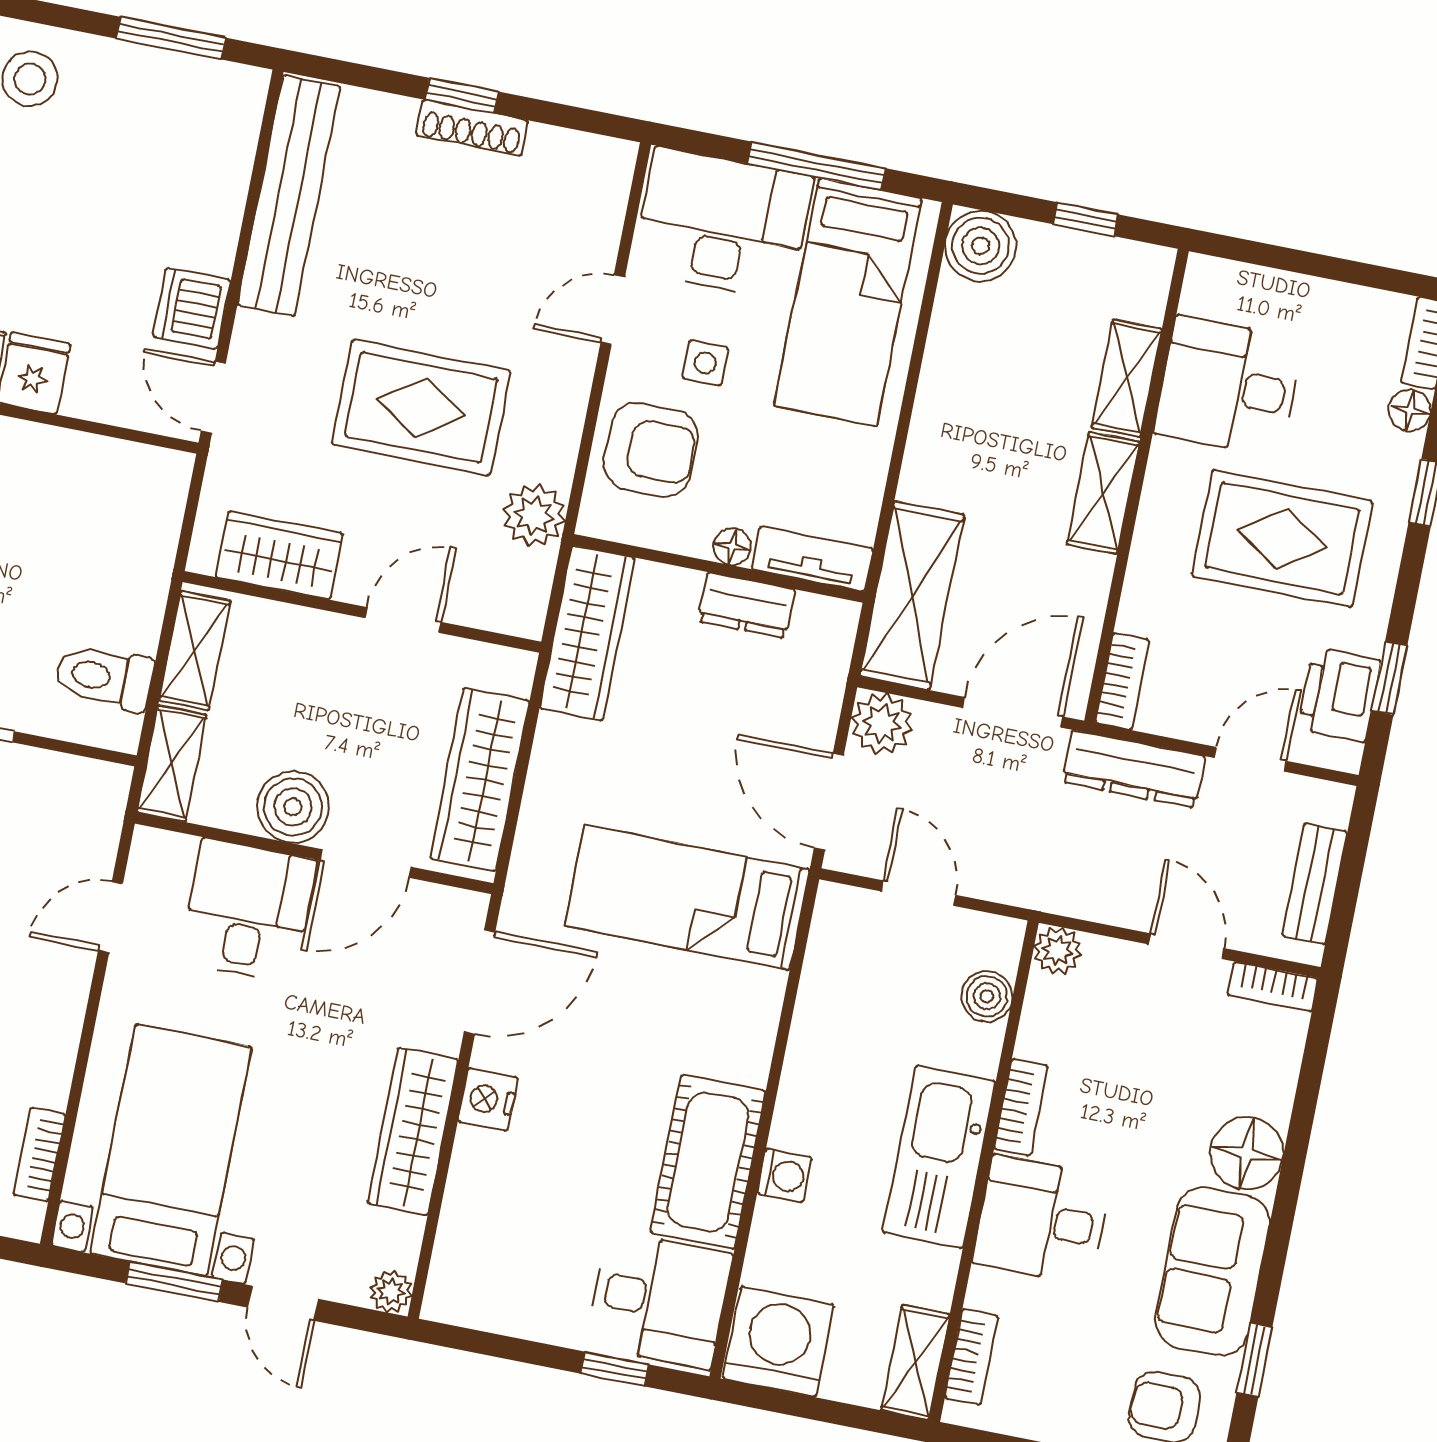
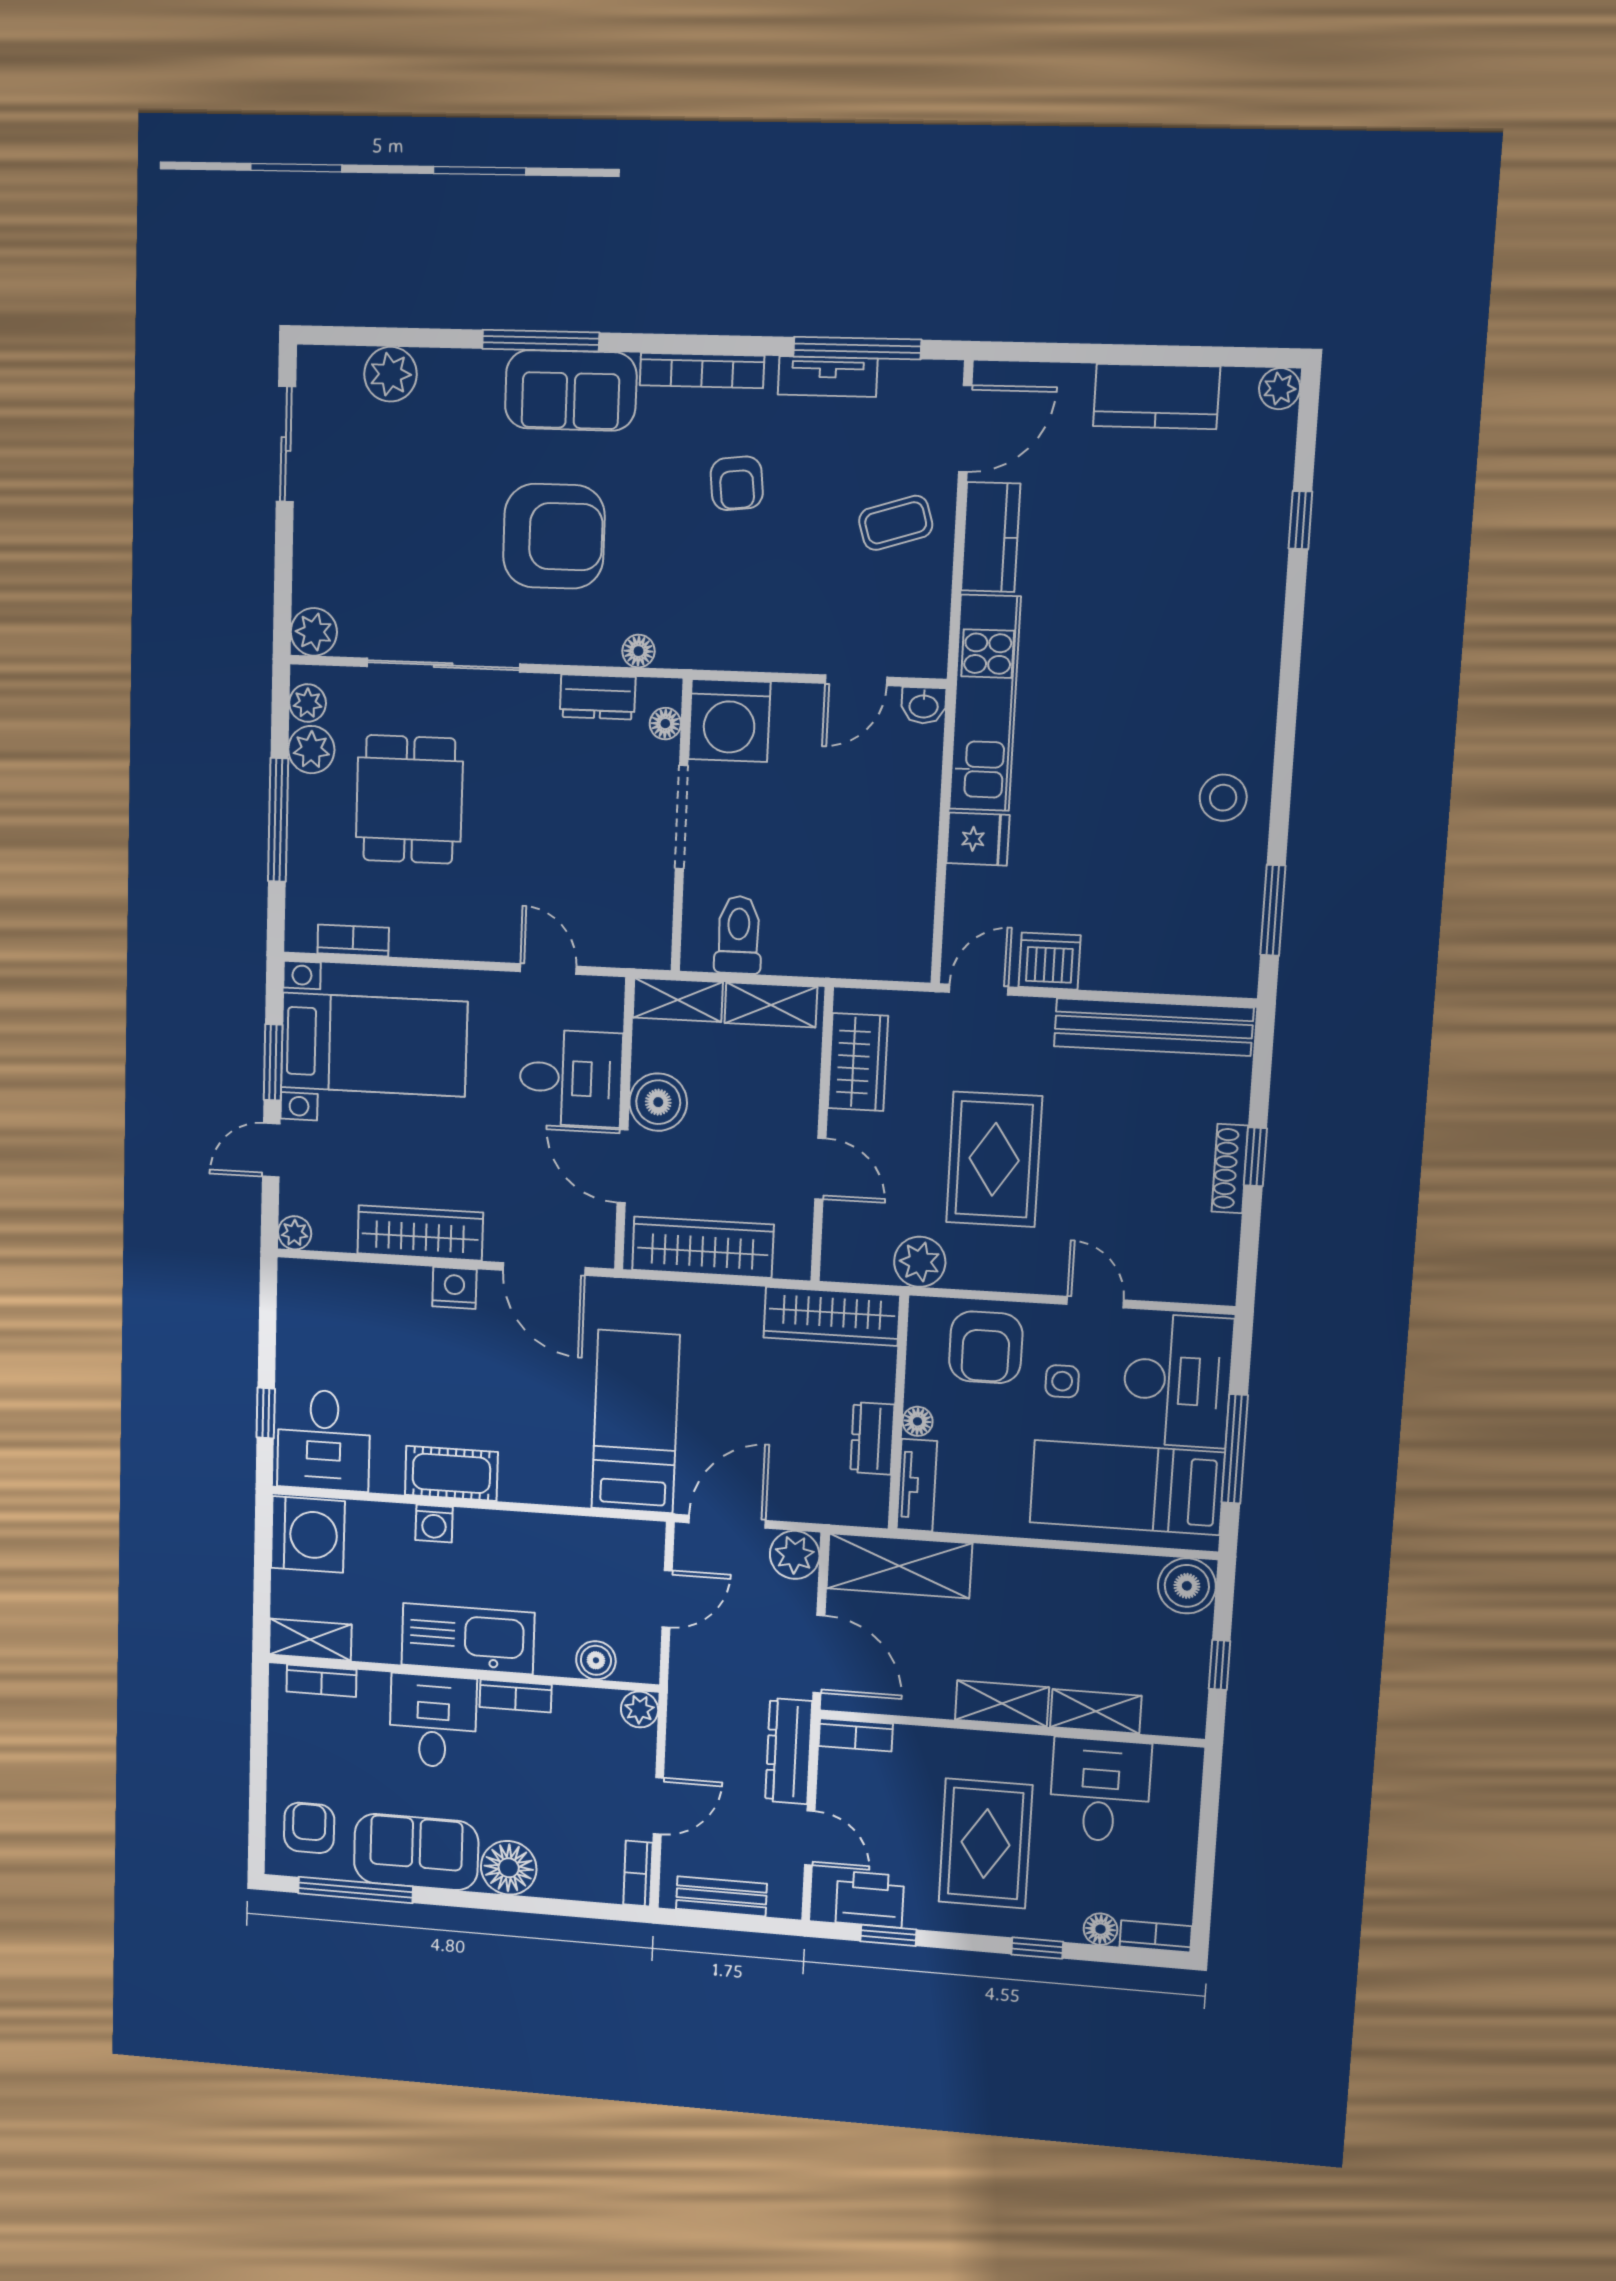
cot: (708, 1162) -> (451, 1473), width x0.73, depth x0.75
window: (1254, 1360) -> (356, 1890), width x2.17

